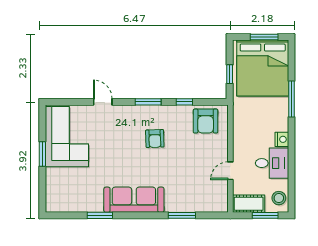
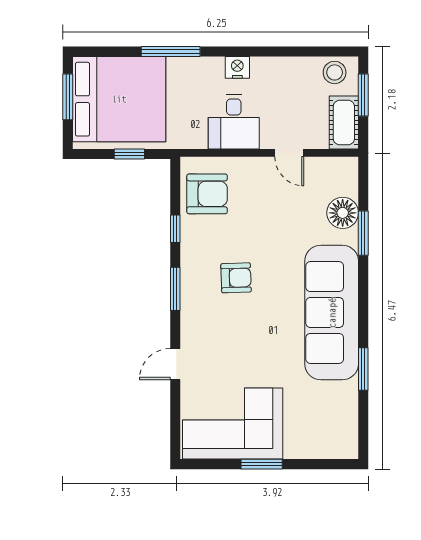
desk: (272, 163) -> (234, 122), moved, turned 180
sofa: (134, 200) -> (332, 313), width x1.36, depth x1.27
floor lamp: (194, 203) -> (343, 213), added

